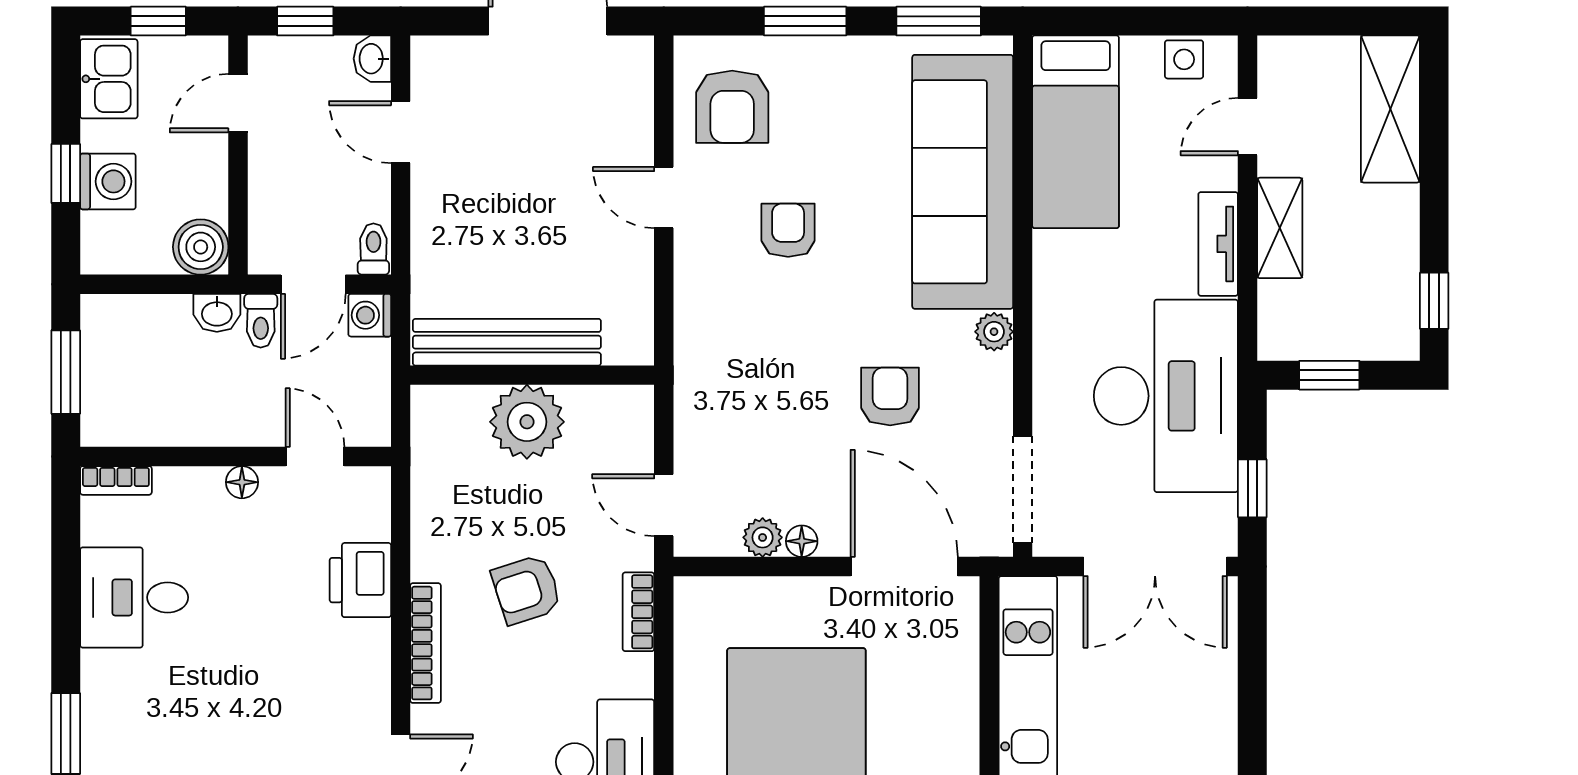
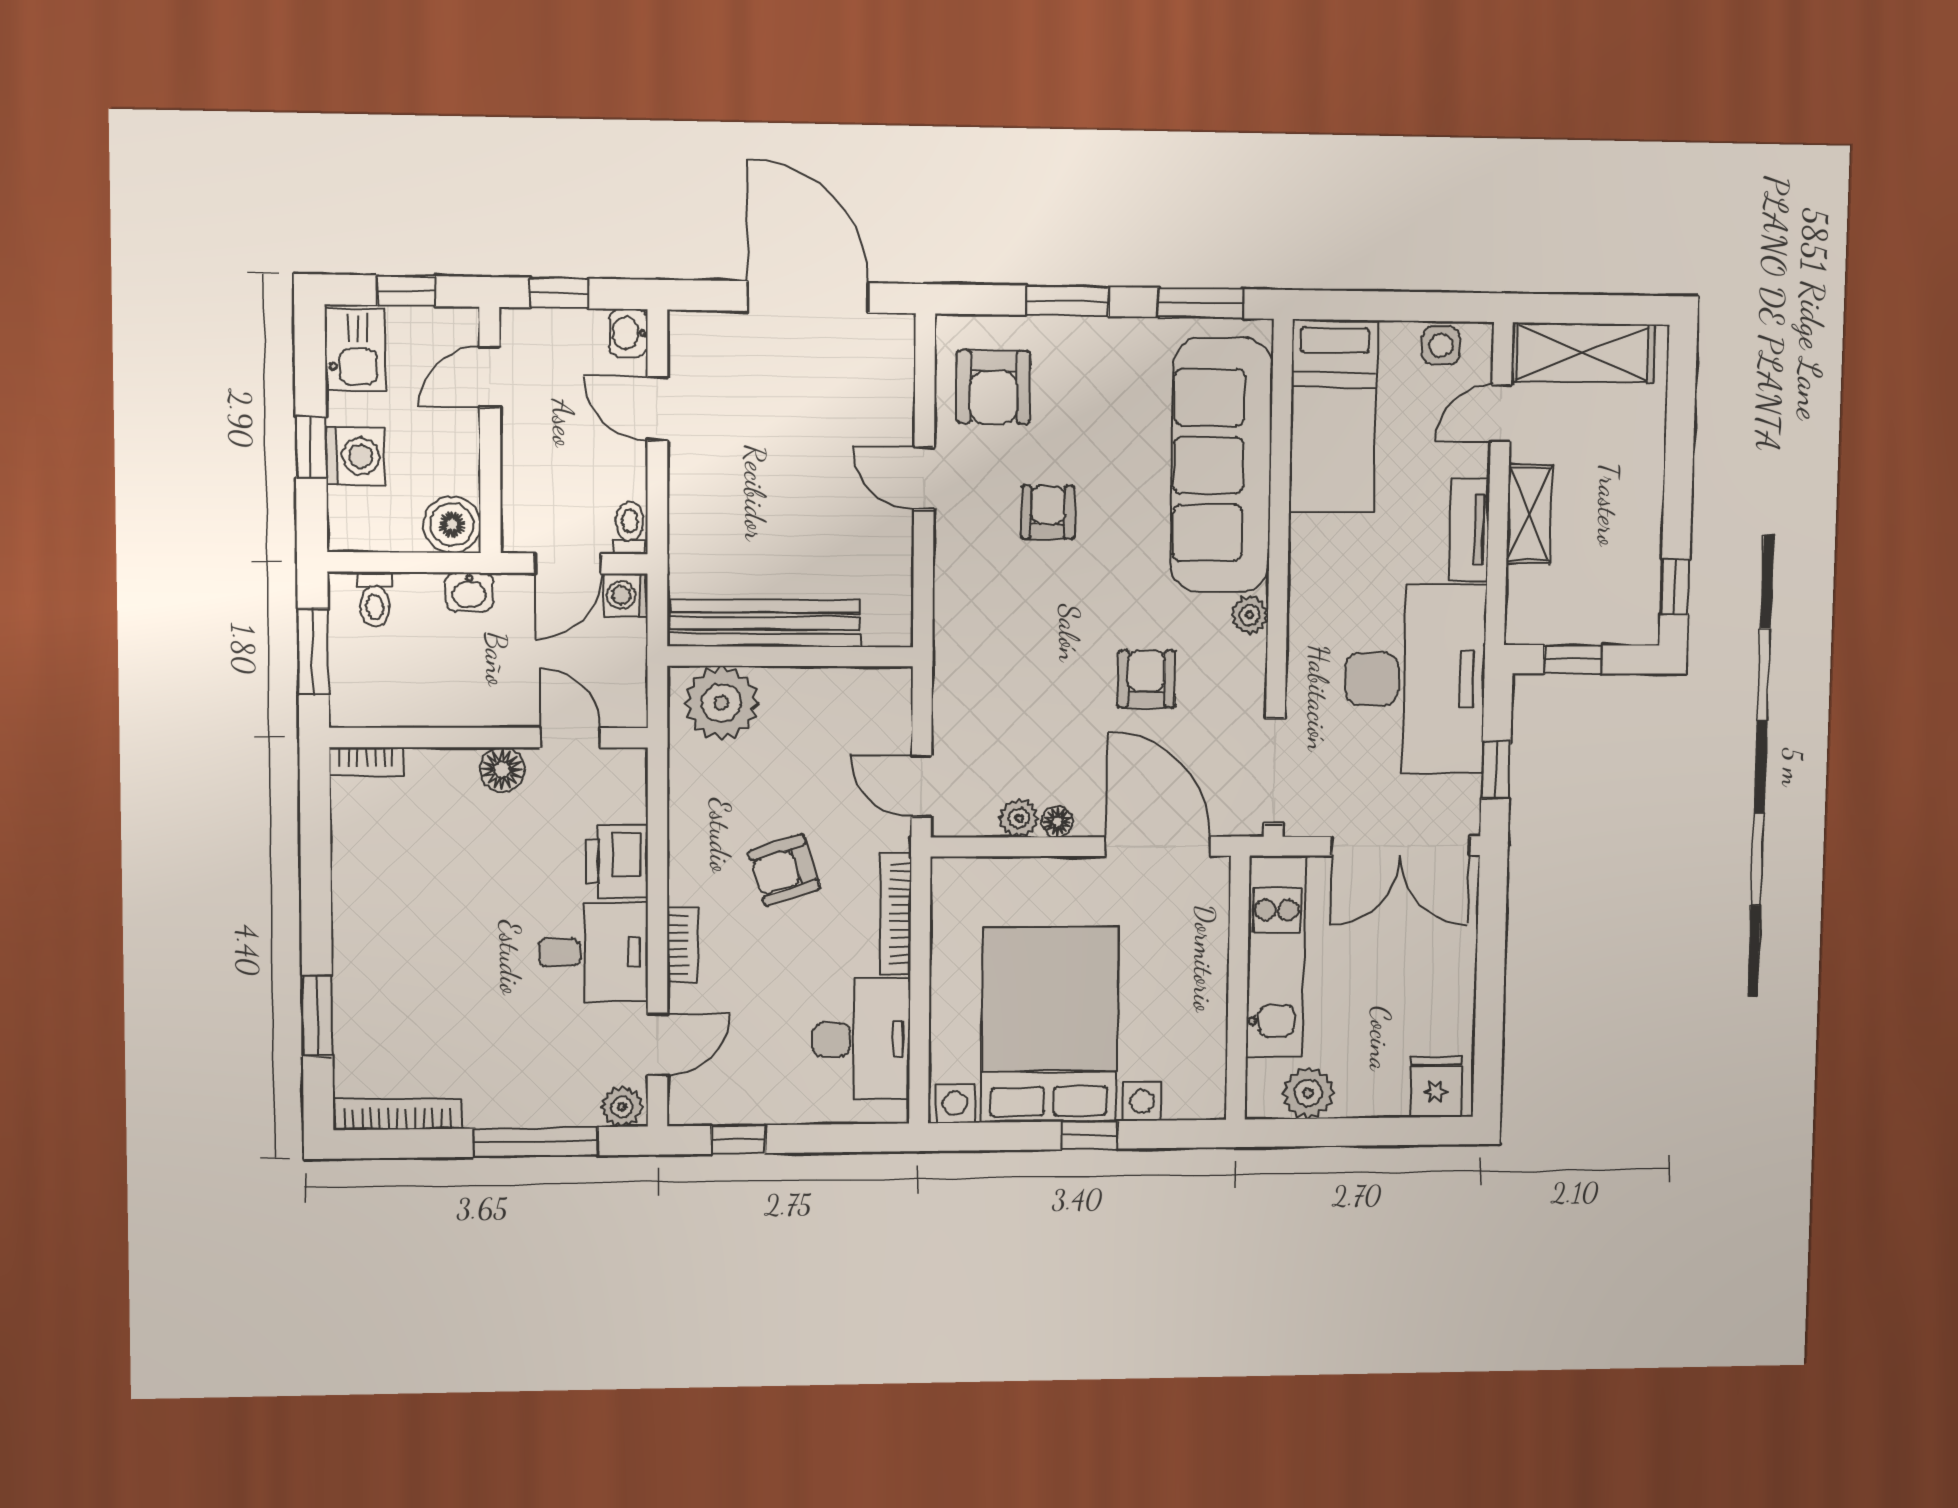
shelving: (1390, 109) -> (1583, 353), moved, turned 90
toilet: (261, 321) -> (375, 599), moved
plant: (527, 422) -> (721, 703), moved
floor lamp: (242, 482) -> (502, 769), width x1.37, depth x1.37
desk: (134, 597) -> (593, 952), moved, turned 180
bookcase: (638, 612) -> (895, 914), width x1.56
bookcase: (426, 643) -> (683, 945), width x0.64

